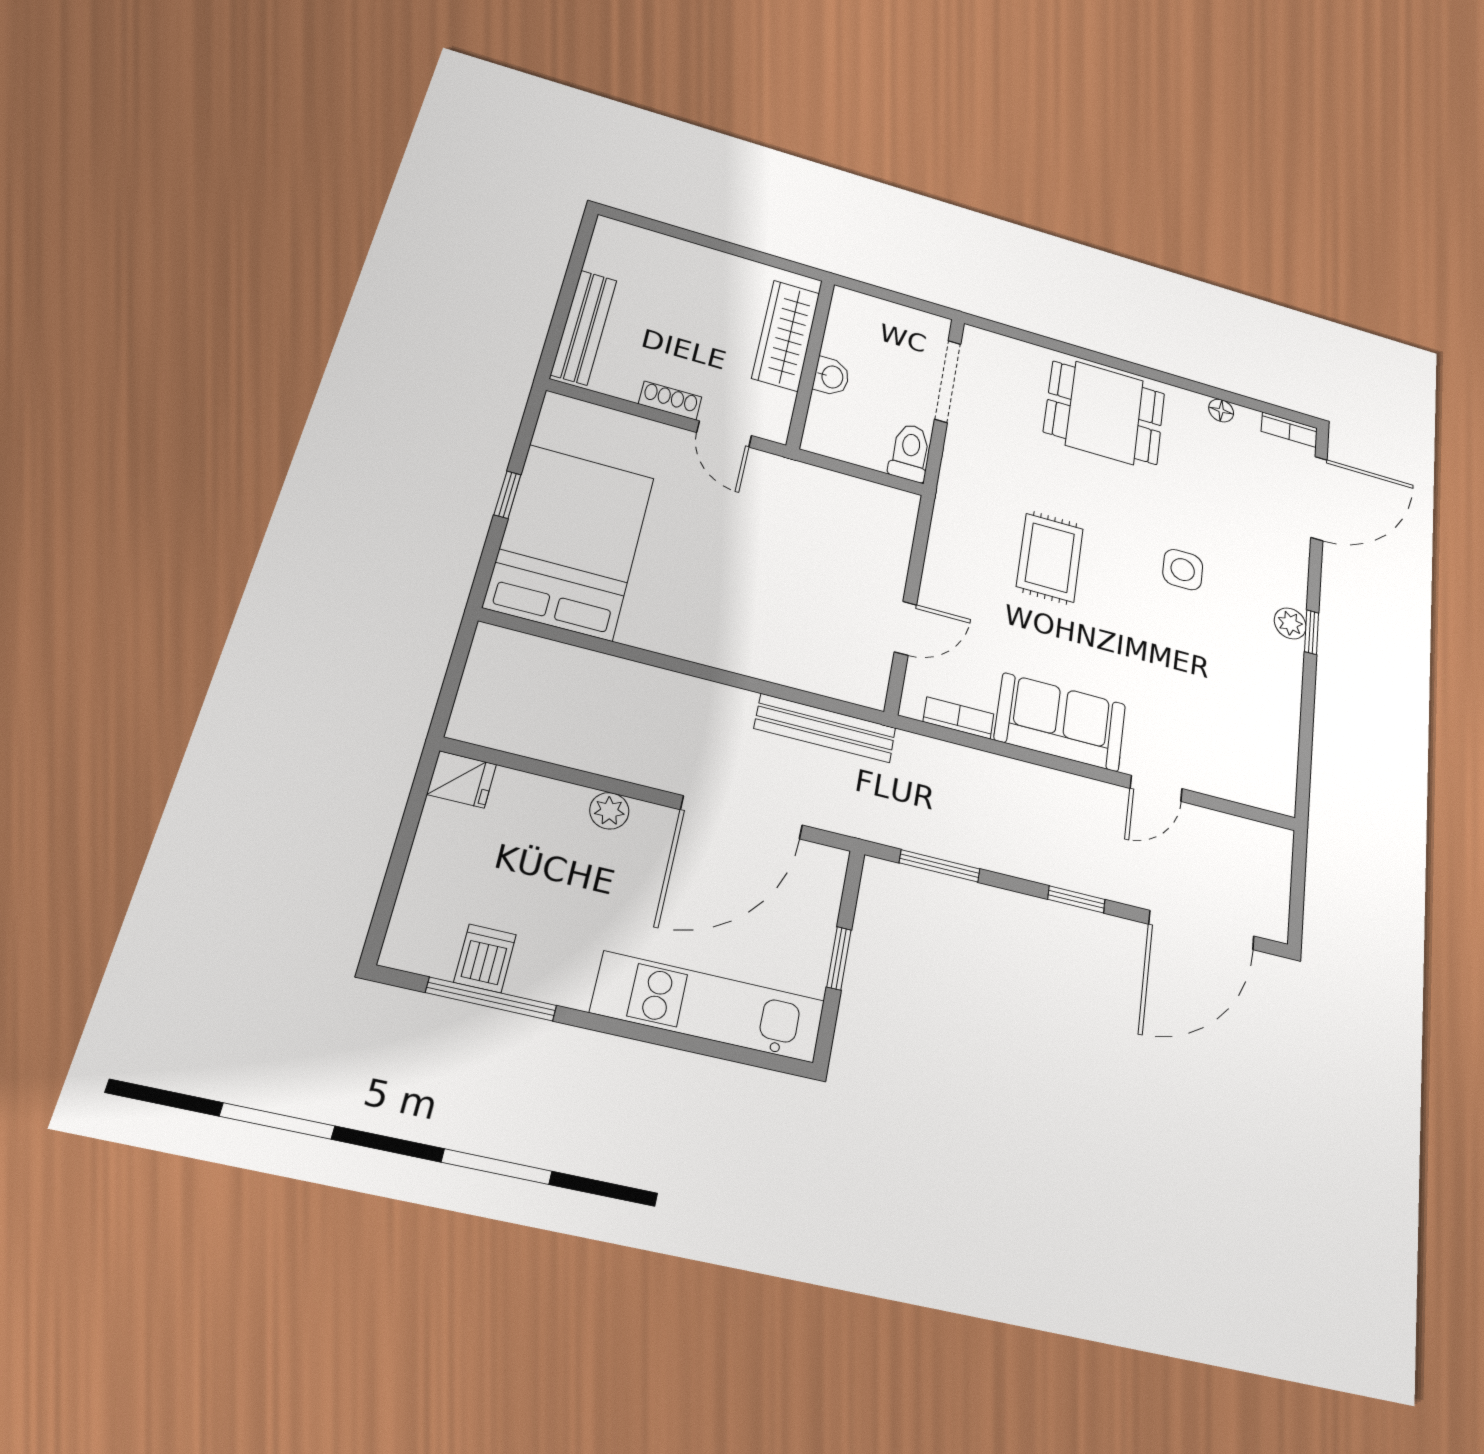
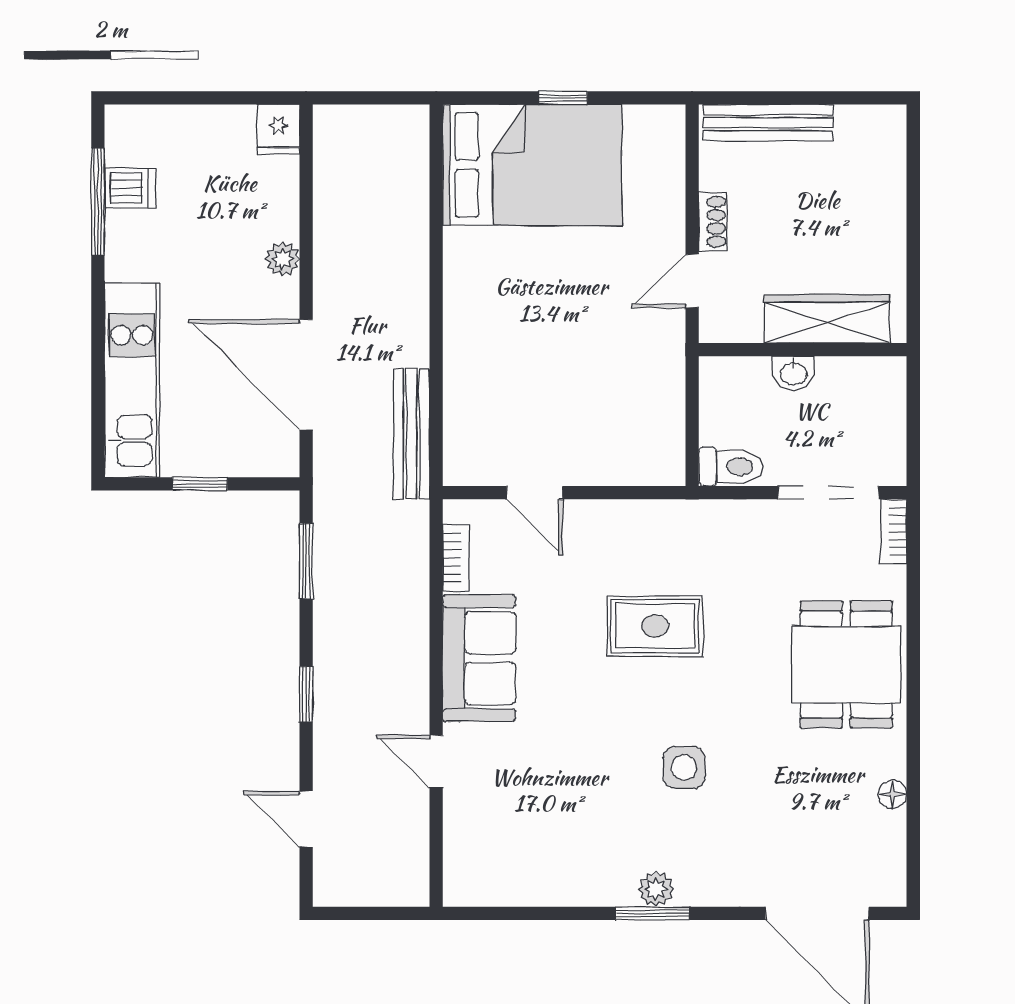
bookcase: (1289, 430) -> (894, 532), moved
window: (1312, 632) -> (653, 913), width x1.50
door: (1202, 930) -> (306, 819), width x0.53

